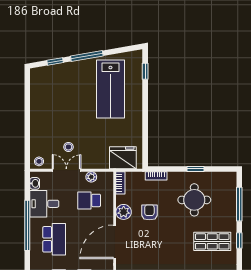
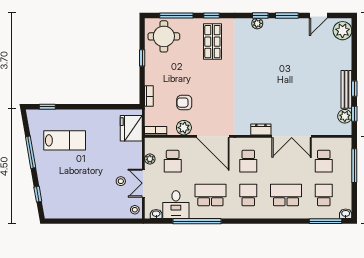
window: (87, 56) -> (31, 152), moved
lab bench: (110, 89) -> (65, 140), width x0.73, depth x0.72
round table: (194, 200) -> (164, 36), moved

